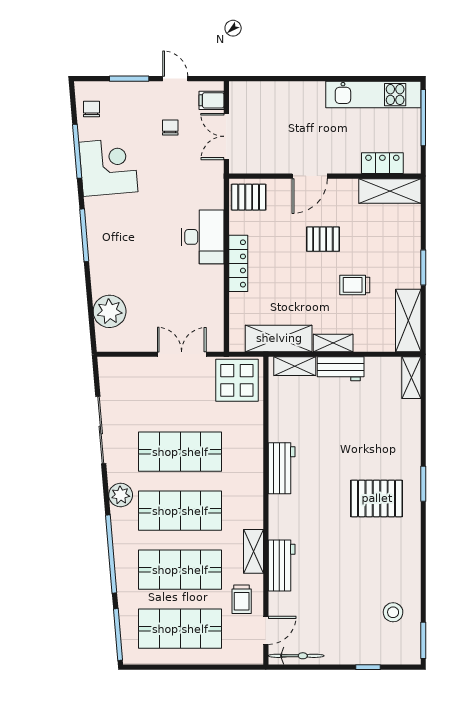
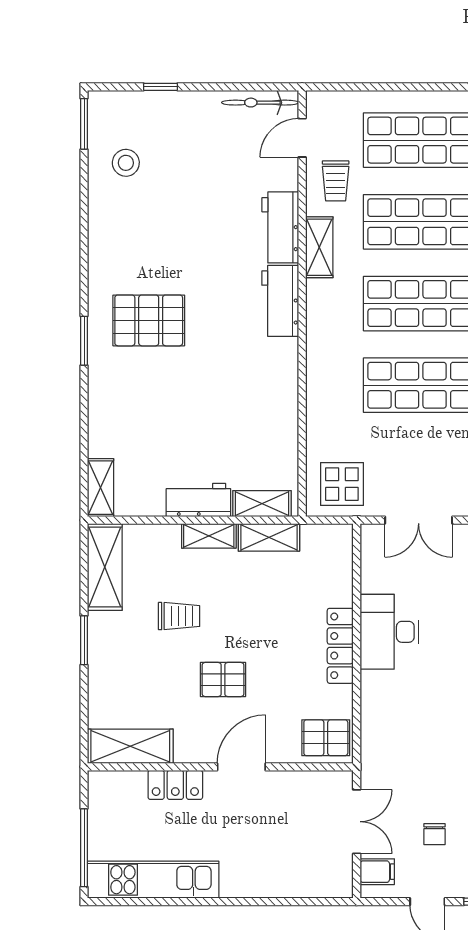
locker: (382, 163) -> (175, 785), moved
desk: (203, 237) -> (389, 632), moved
shelving: (279, 338) -> (269, 537), width x0.67, depth x0.75
display table: (237, 380) -> (342, 484), width x0.73, depth x0.73
workbench: (282, 468) -> (280, 301), moved
trolley: (242, 599) -> (336, 181), turned 180

